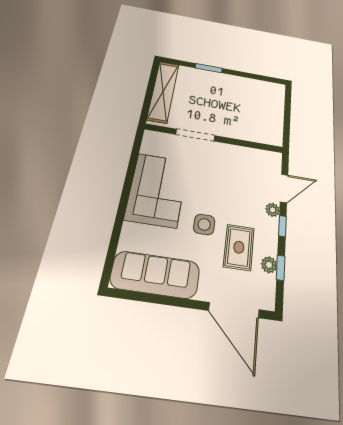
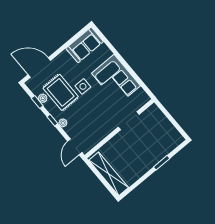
shelving: (163, 91) -> (109, 174), moved
door: (284, 188) -> (75, 147), moved
rug: (239, 247) -> (61, 92), width x1.36, depth x1.43
sofa: (155, 275) -> (85, 45), width x0.73

